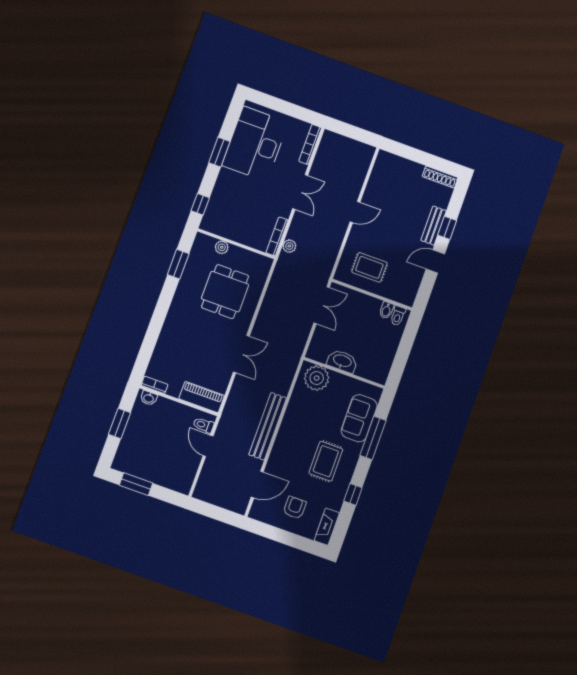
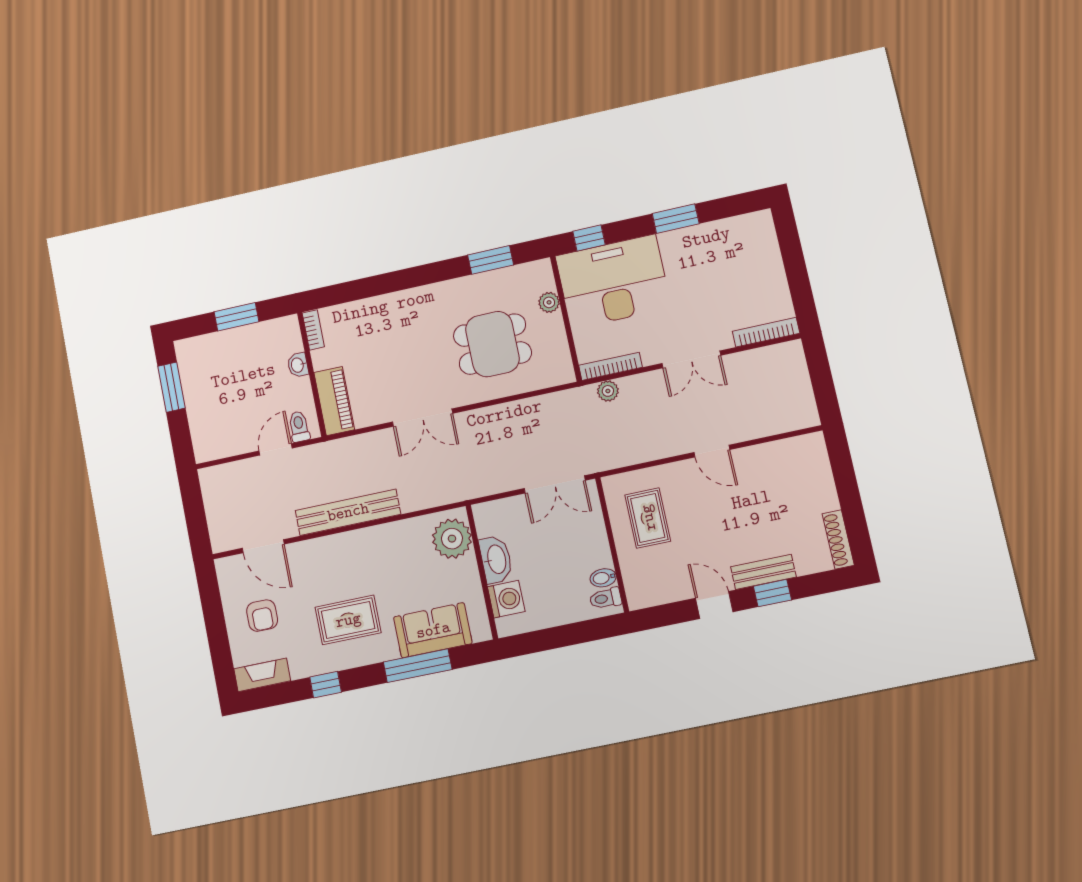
desk: (255, 144) -> (613, 282), moved
washing machine: (366, 369) -> (506, 599), added
washbasin: (149, 398) -> (298, 365), moved
armchair: (295, 508) -> (262, 616), turned 90

